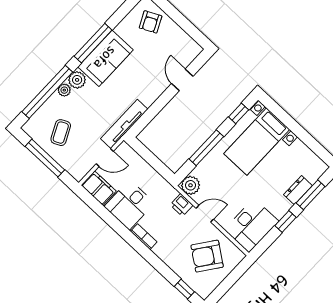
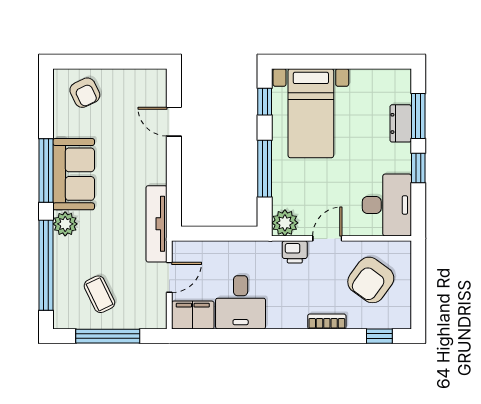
plant: (64, 90) -> (62, 247), removed
bookcase: (144, 237) -> (327, 321), moved

